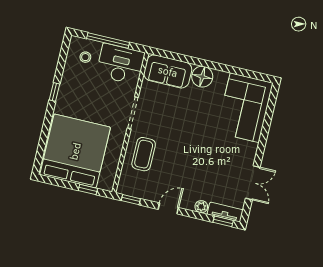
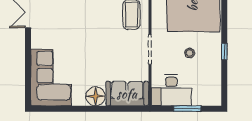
window: (108, 40) -> (187, 109), width x0.69
stool: (85, 57) -> (190, 53), moved

